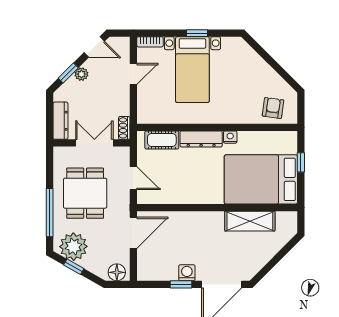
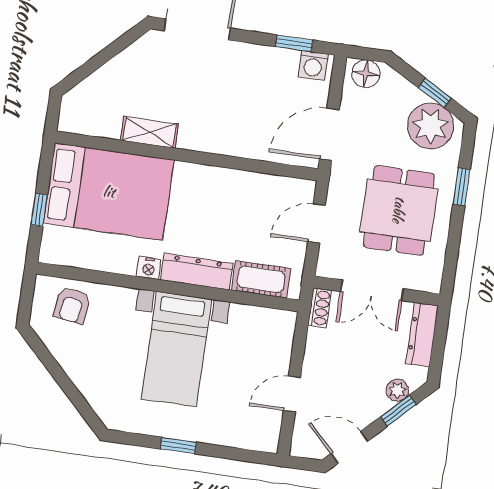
bookcase: (150, 42) -> (257, 442), removed
bed with nightstands: (192, 70) -> (176, 349), moved, turned 180
plant: (81, 74) -> (397, 390), moved
door: (133, 178) -> (317, 224), hinge flipped
window: (50, 213) -> (461, 187), width x0.46
shelving: (250, 221) -> (150, 132), width x0.67, depth x0.75
washing machine: (187, 273) -> (313, 65), moved
window: (181, 284) -> (294, 43), moved

